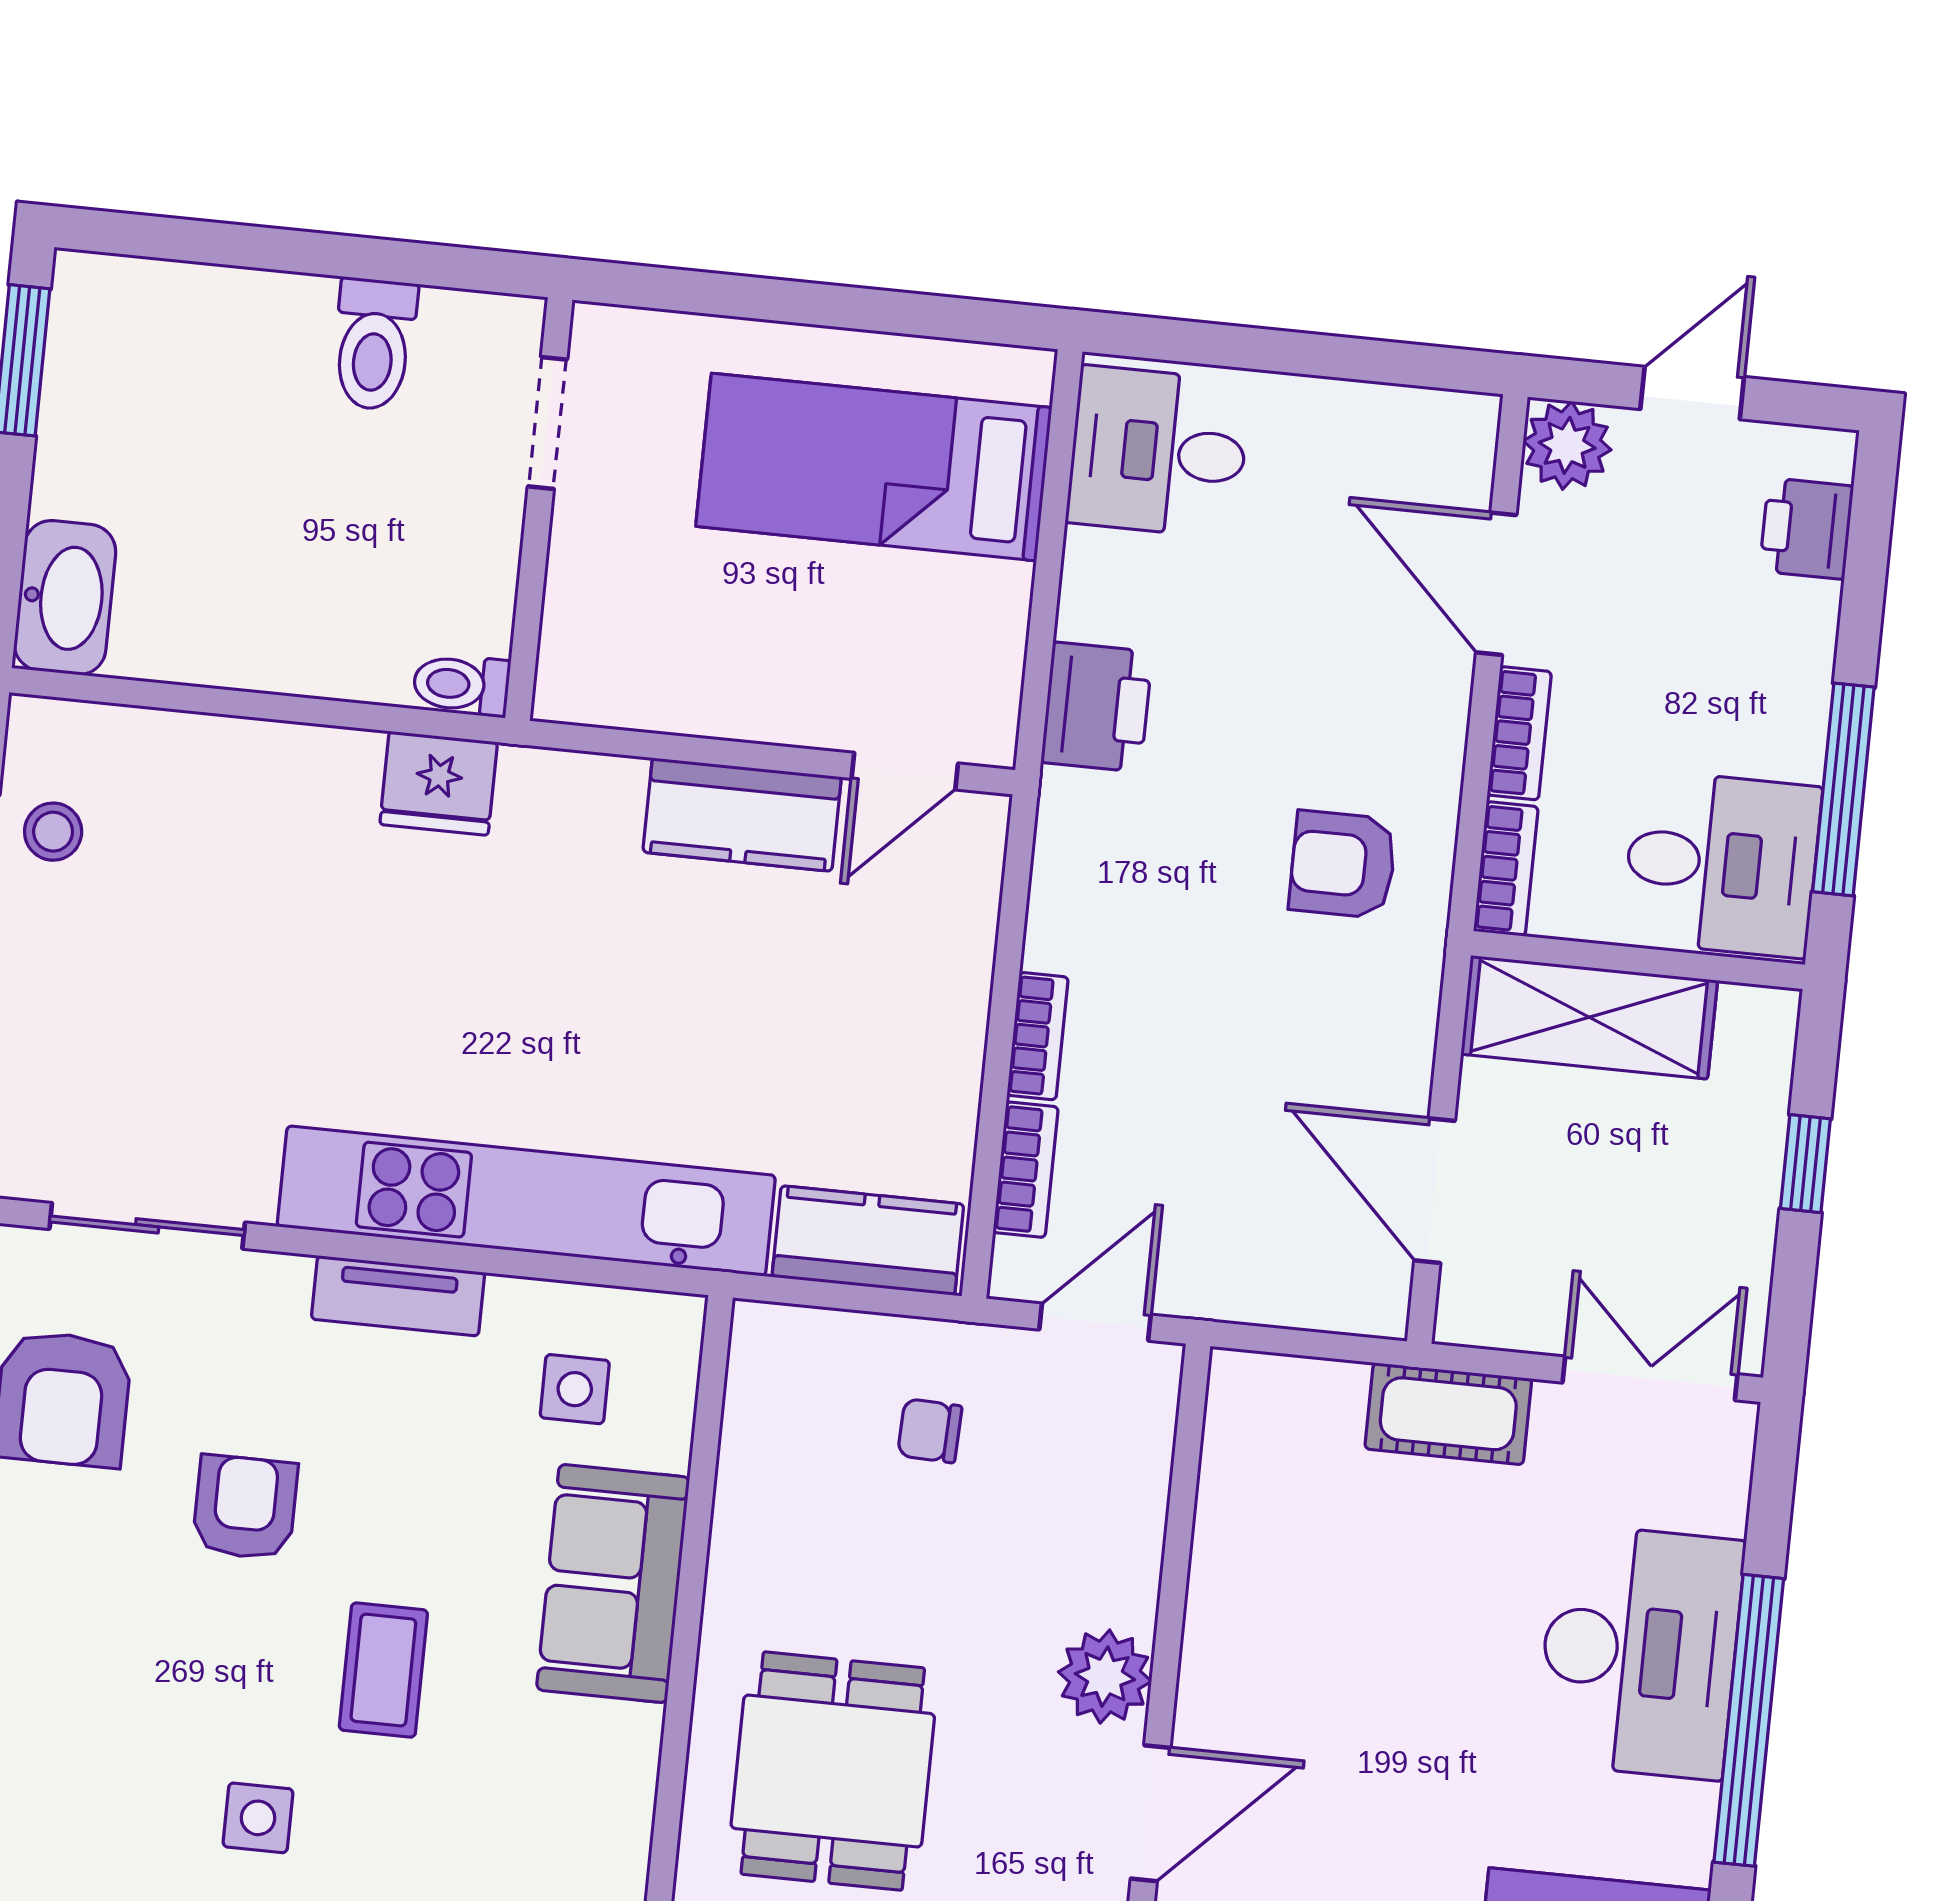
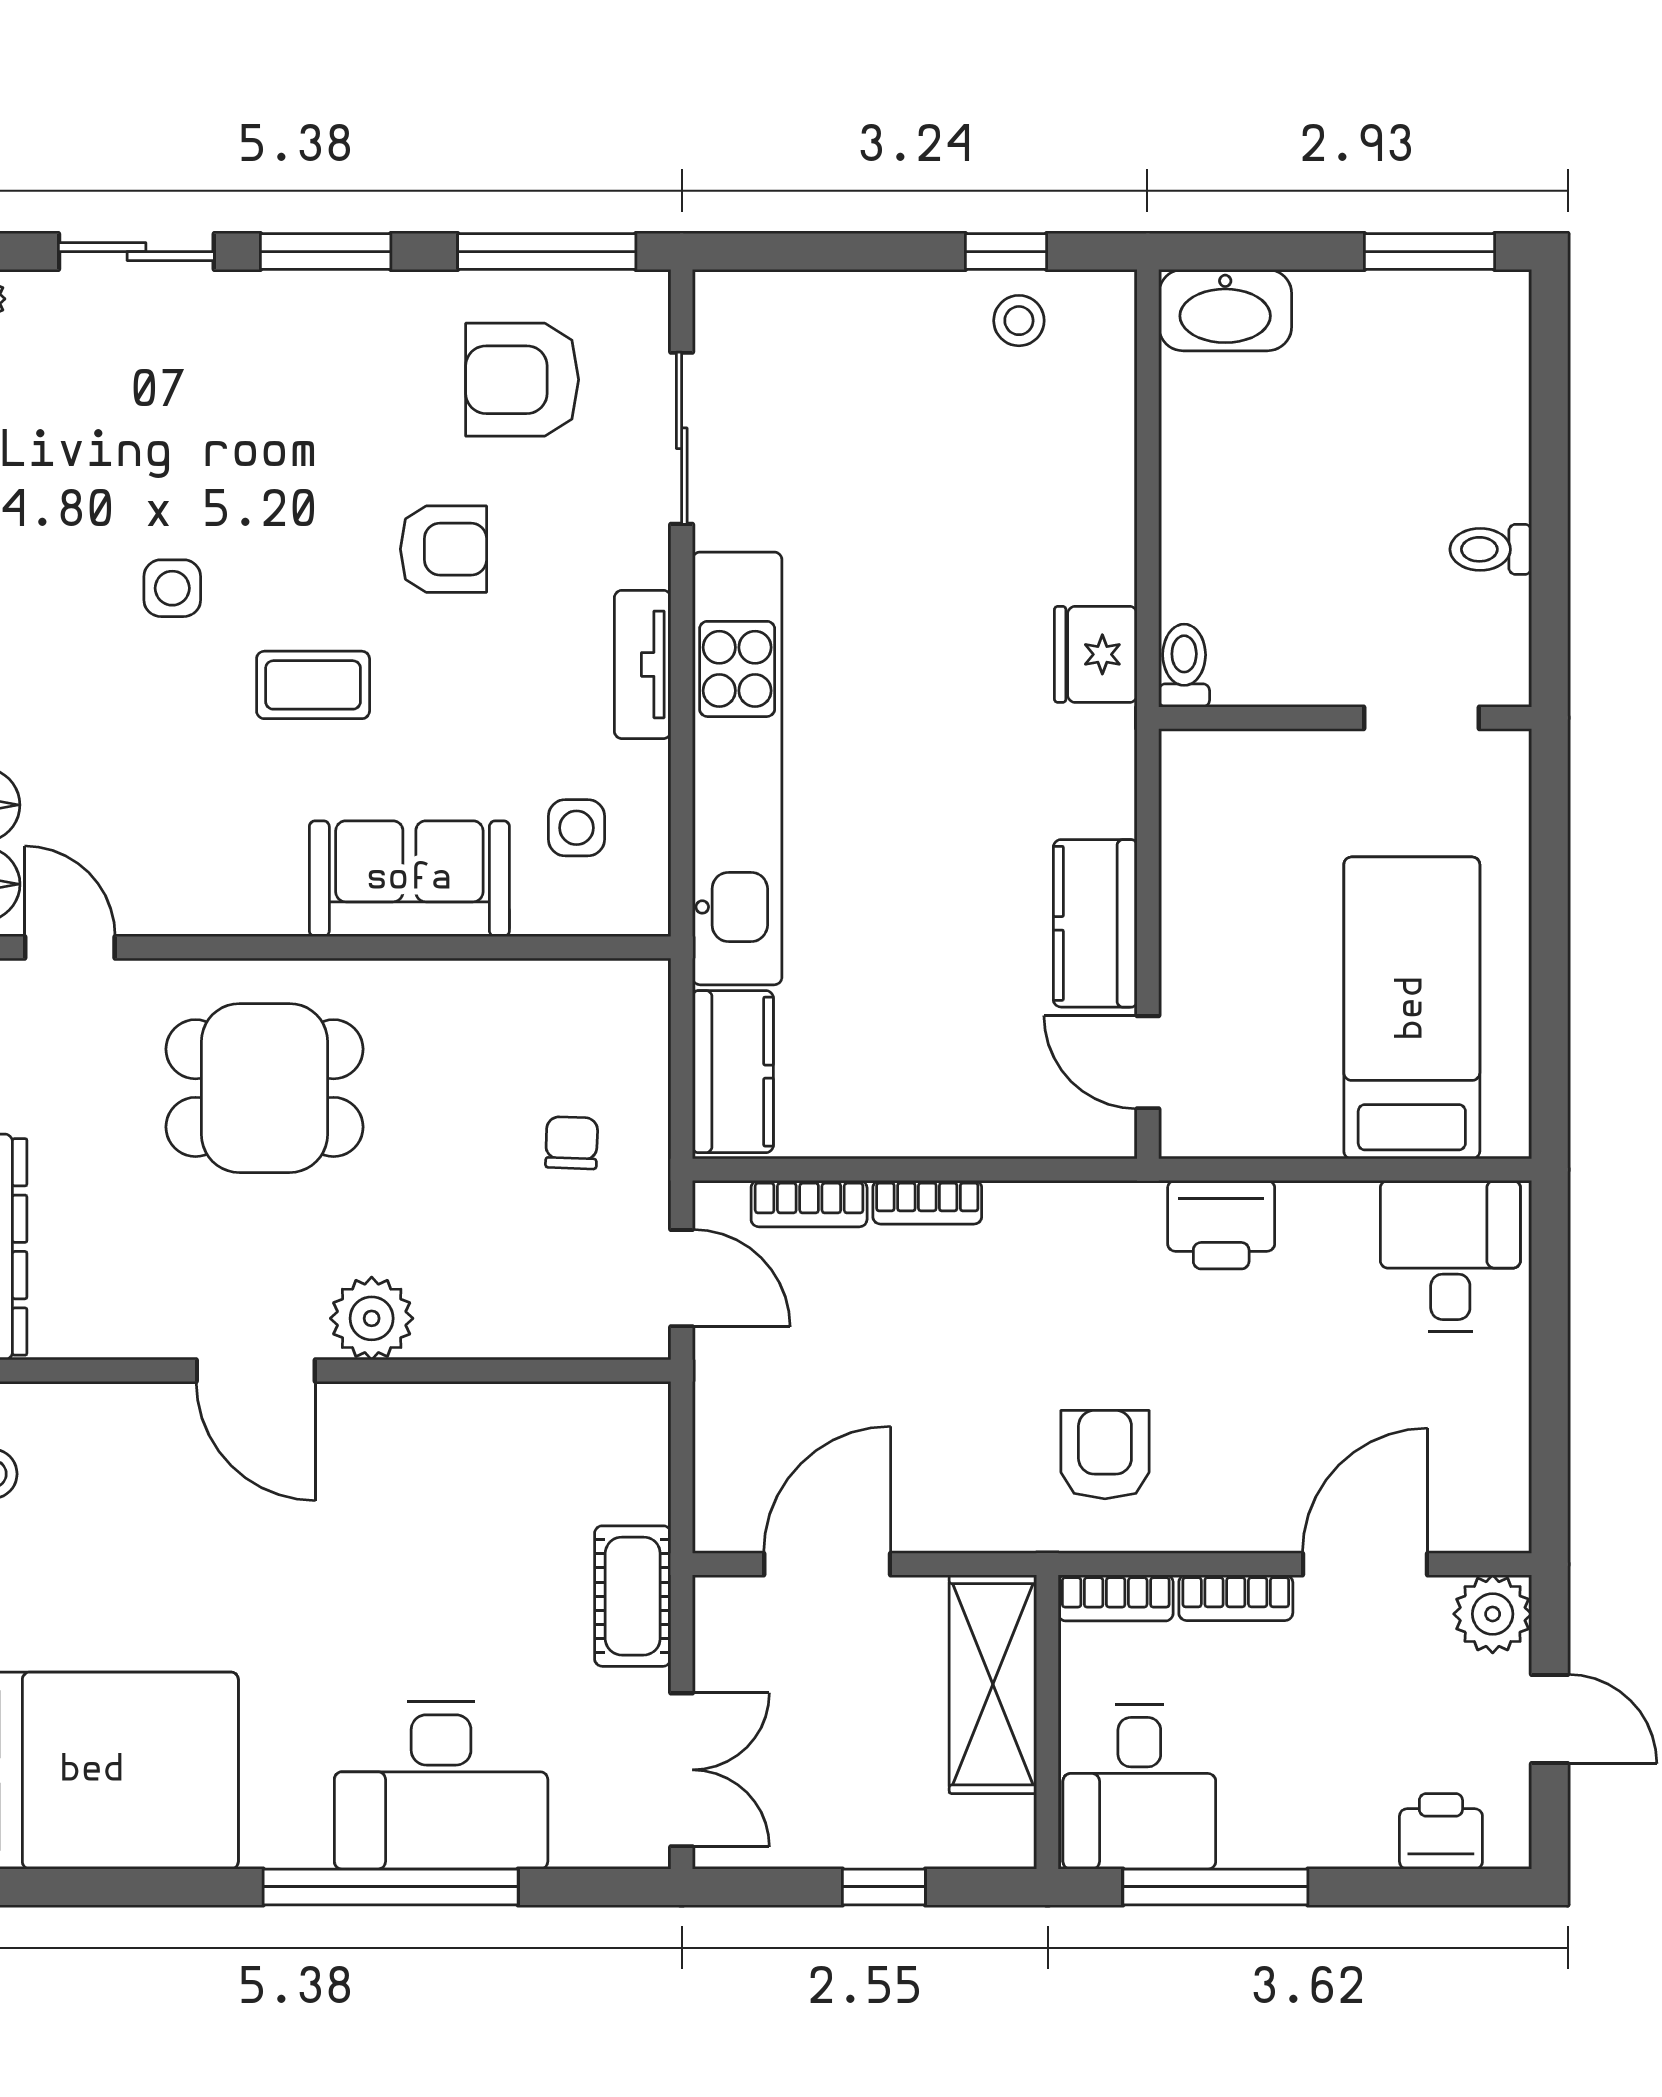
toilet: (374, 344) -> (1491, 549), width x0.73, depth x0.72

